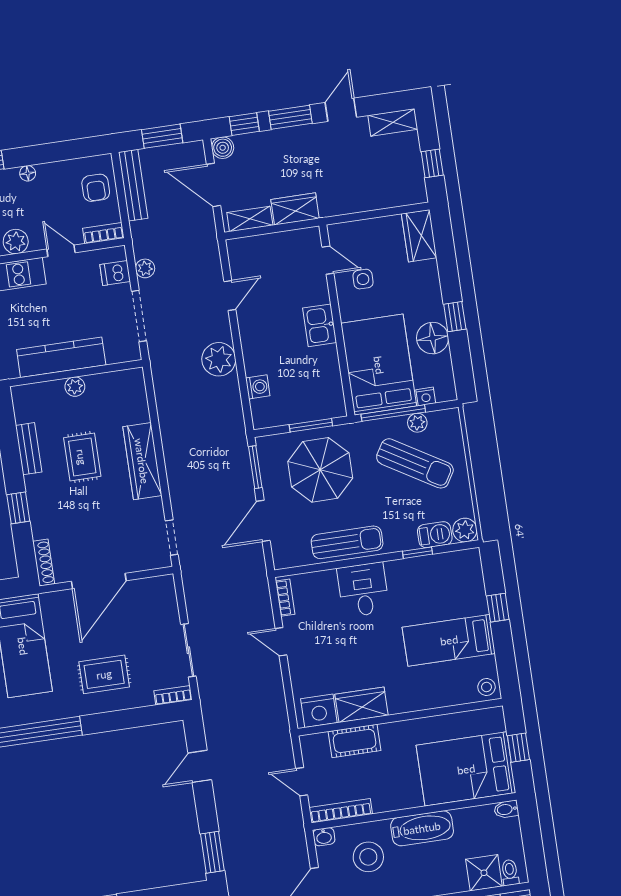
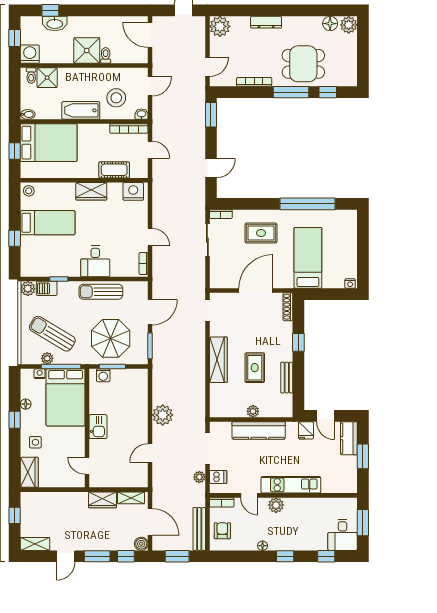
side table: (363, 279) -> (35, 442), moved
floor lamp: (433, 338) -> (26, 404), width x0.53, depth x0.53
washing machine: (258, 387) -> (103, 375), moved, turned -90
wardrobe: (361, 705) -> (91, 191), moved

